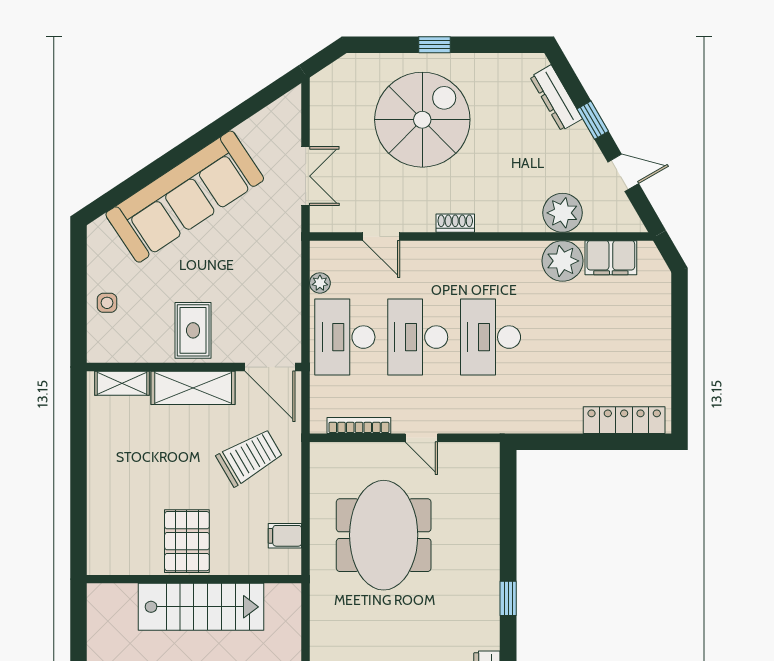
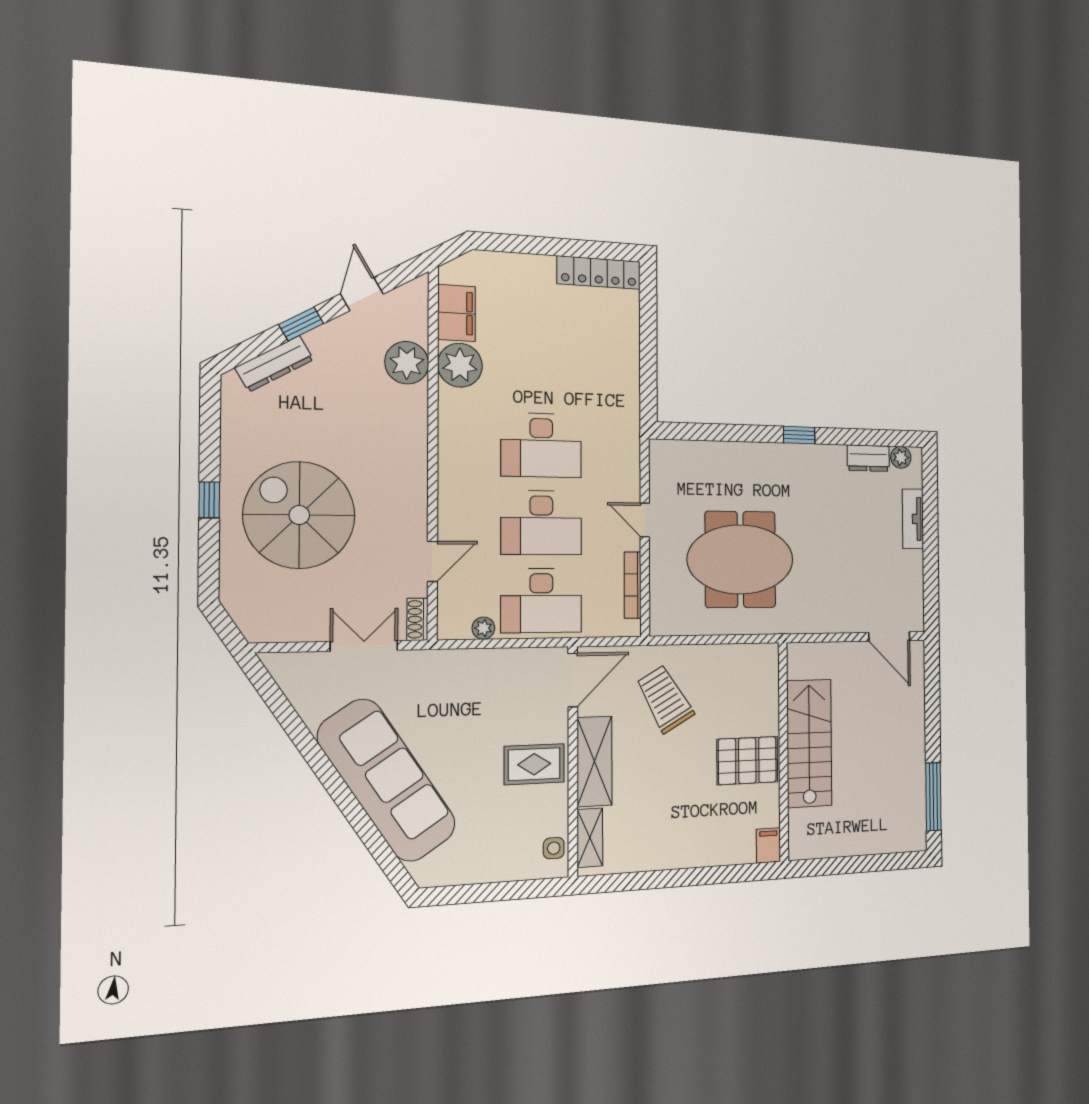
shoe rack: (455, 223) -> (417, 619), moved
side table: (107, 303) -> (554, 848), moved
locker: (624, 420) -> (599, 273), moved, turned -90
door: (421, 438) -> (645, 520), swing flipped
filing cabinet: (285, 536) -> (768, 846), moved, turned 180

